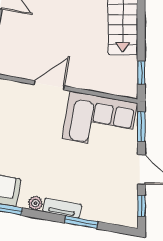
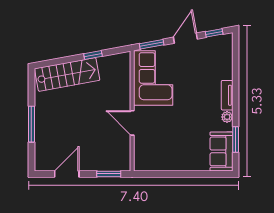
window: (141, 73) -> (93, 55), moved
window: (81, 222) -> (236, 78), removed

